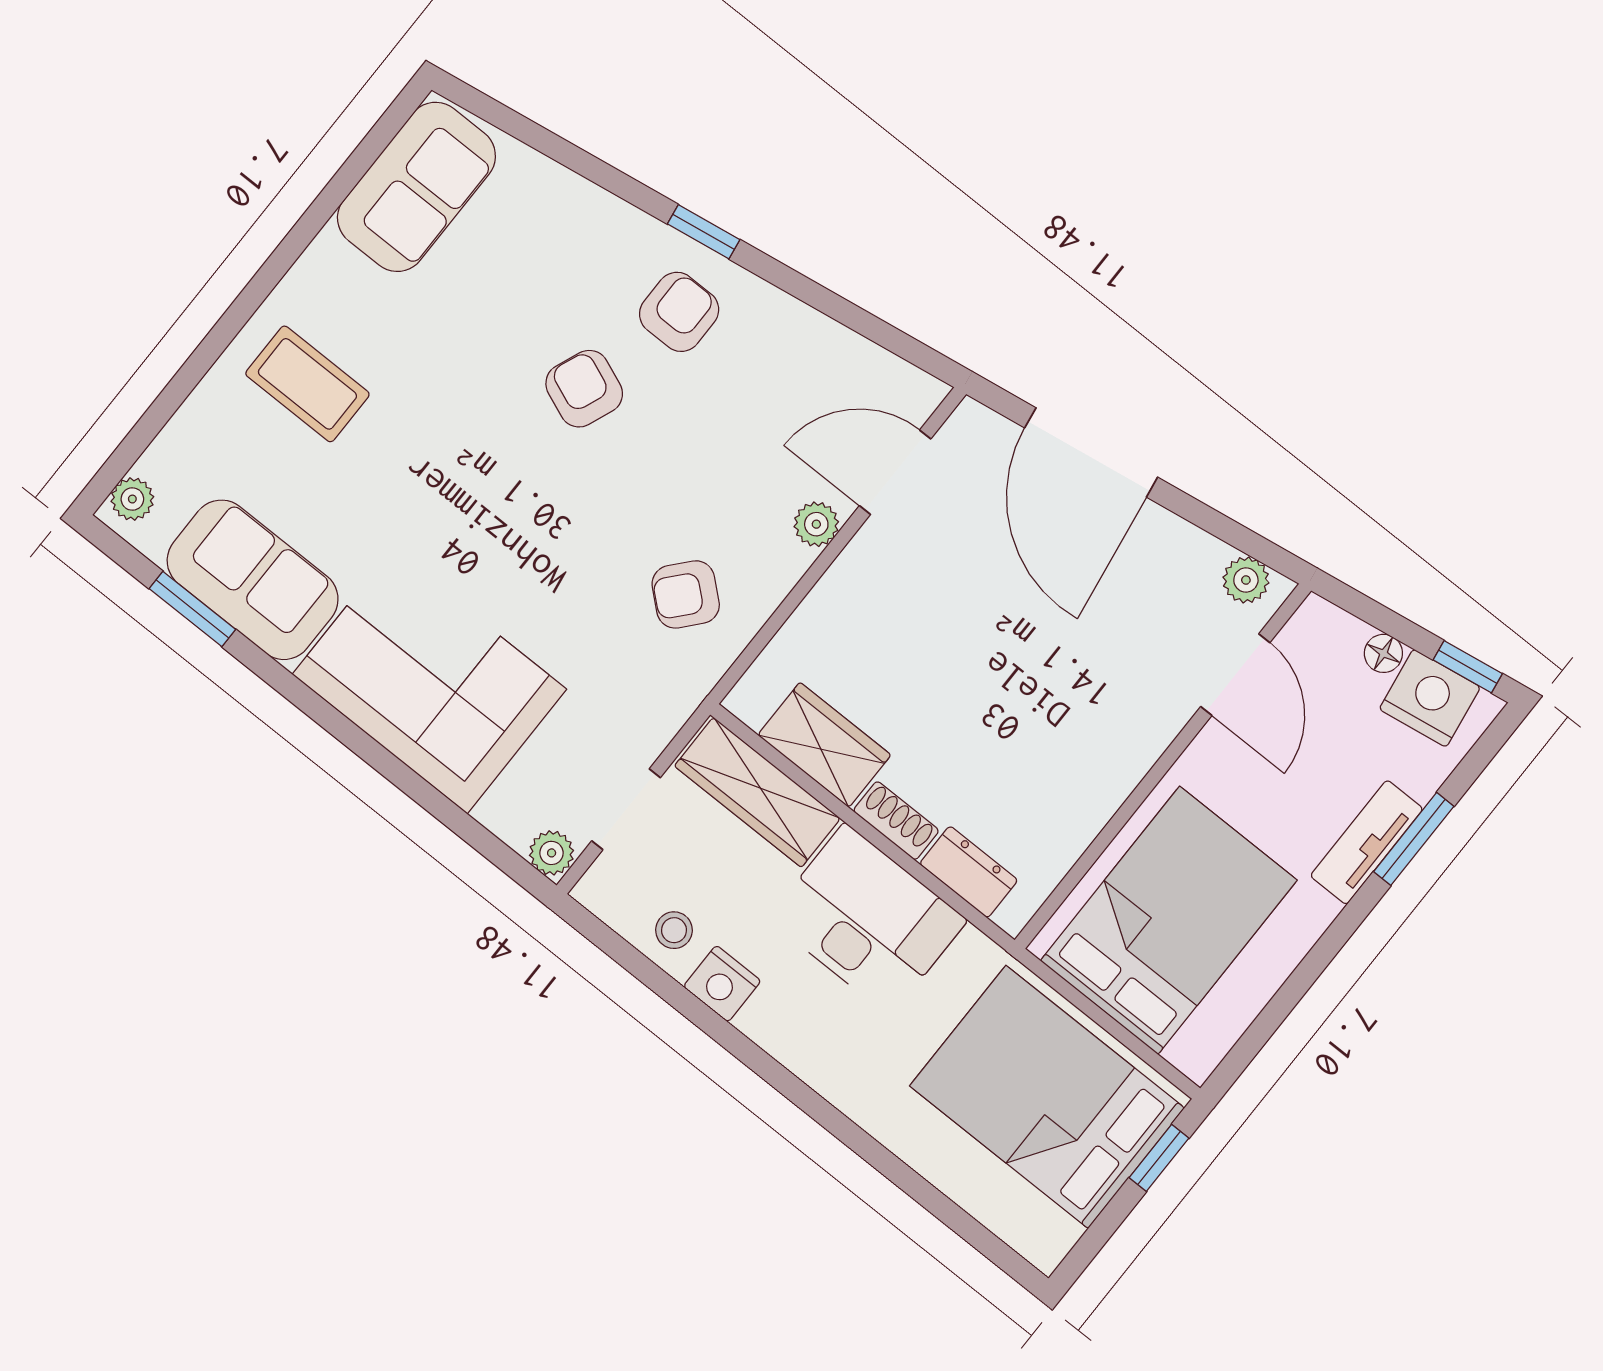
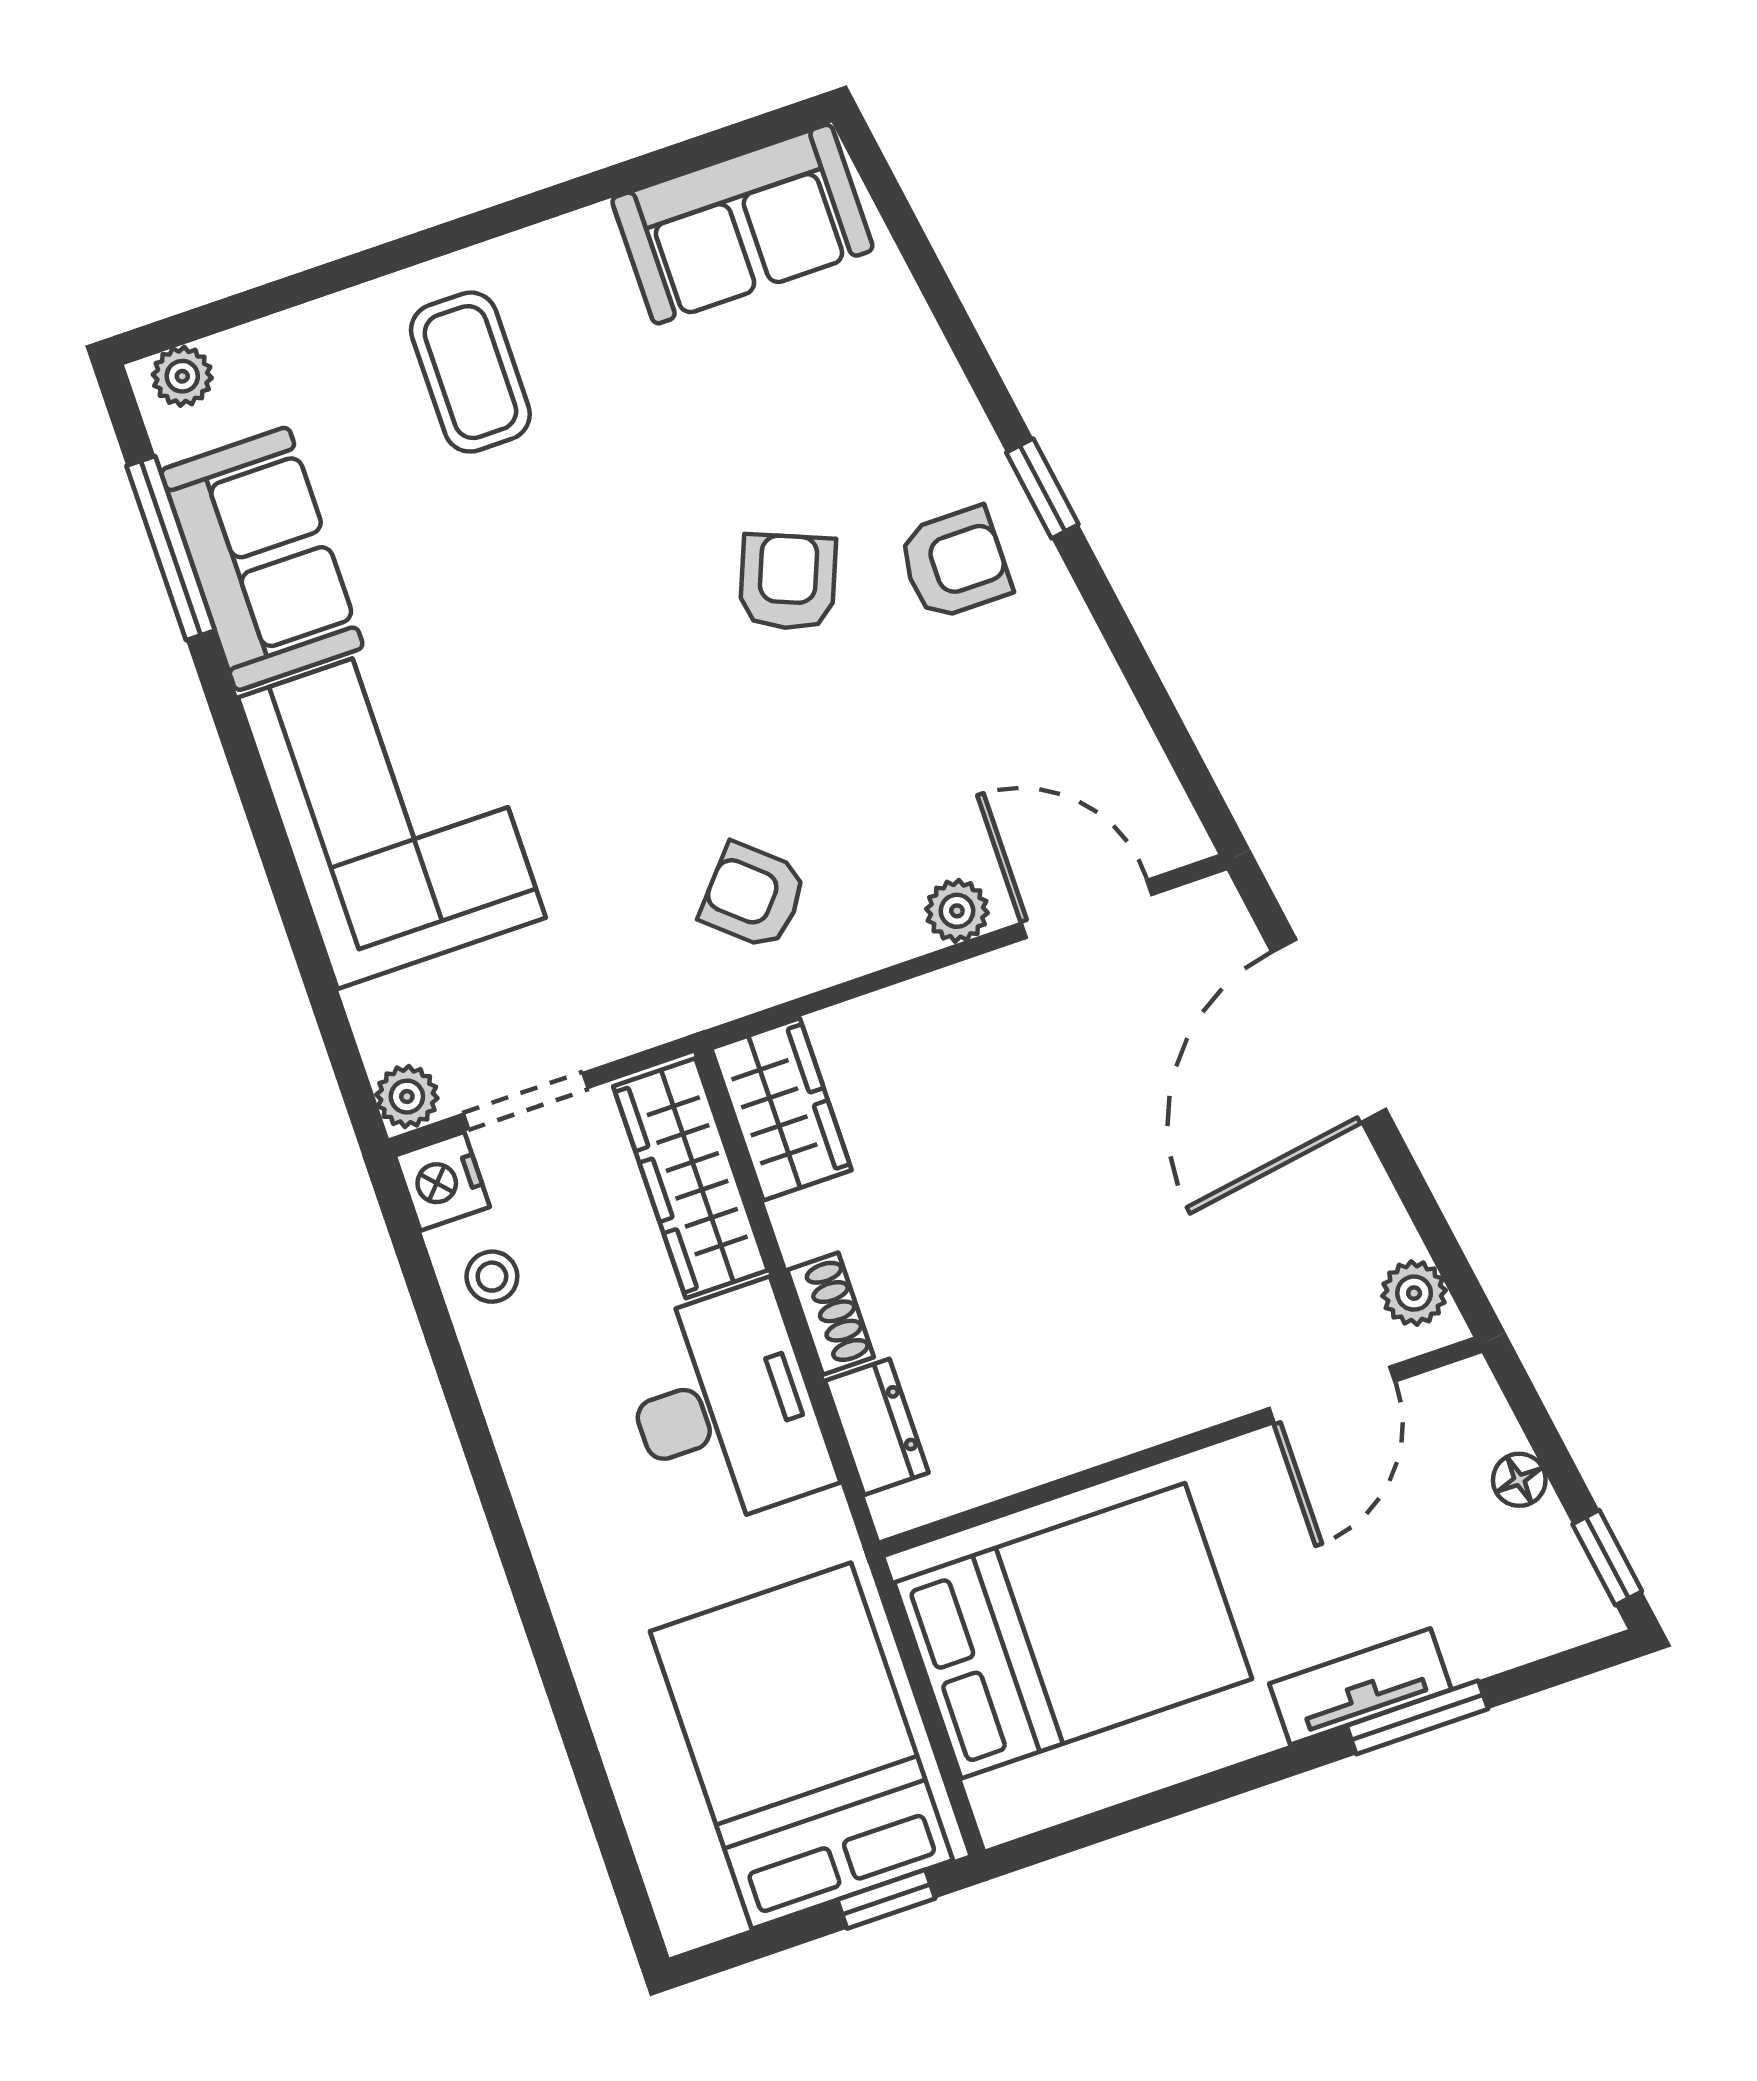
window: (192, 609) -> (171, 548), width x1.44
nightstand: (1430, 698) -> (1540, 1566), removed
wardrobe: (824, 745) -> (781, 1109), moved
nightstand: (722, 984) -> (442, 1181), moved

